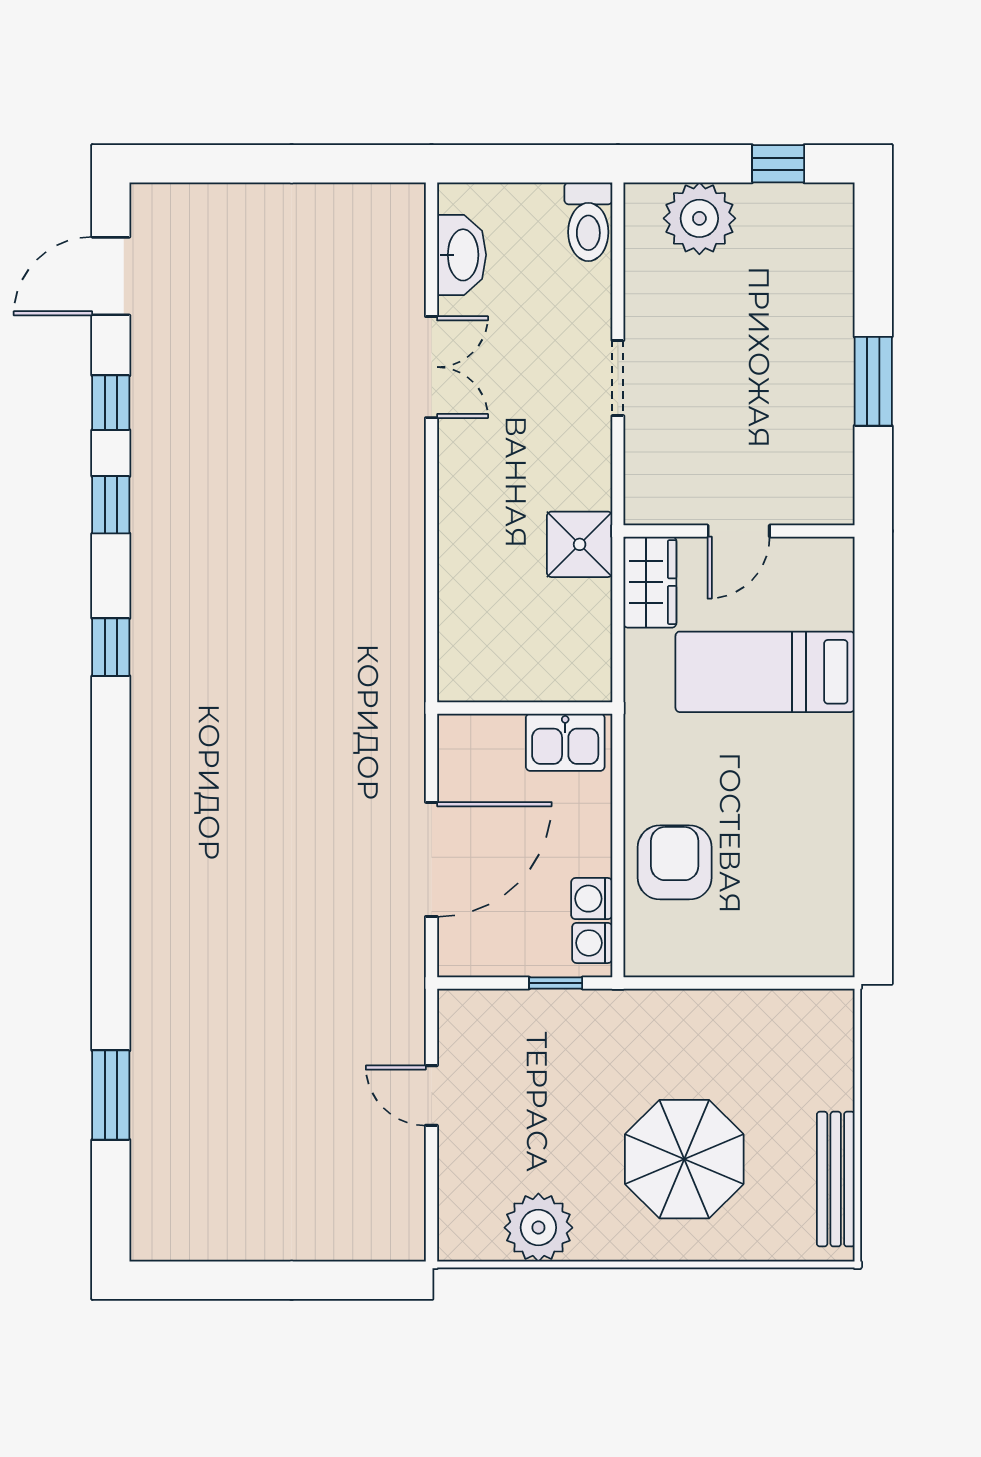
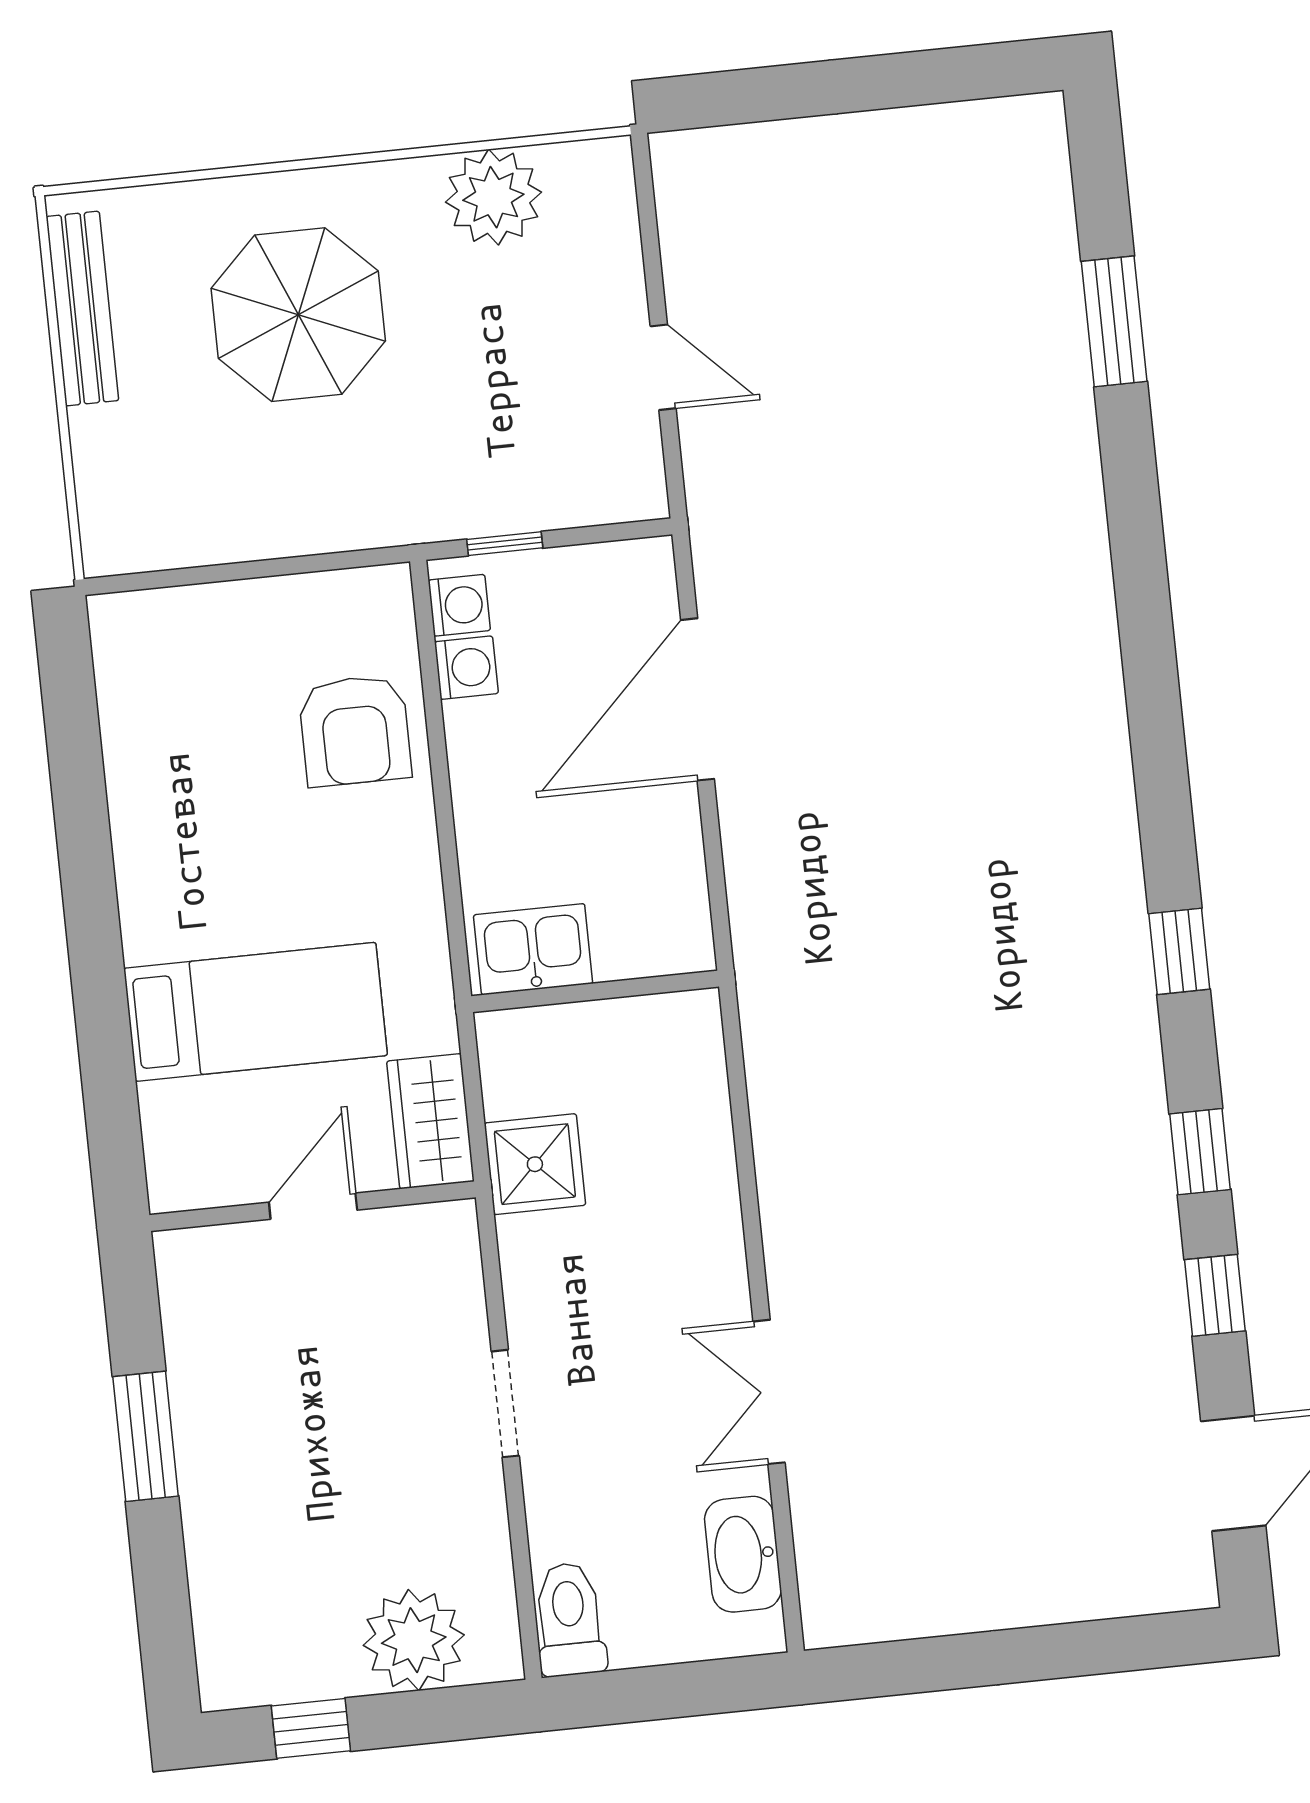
wall: (525, 708) -> (595, 991), moved
kitchen sink: (565, 742) -> (533, 949), moved

